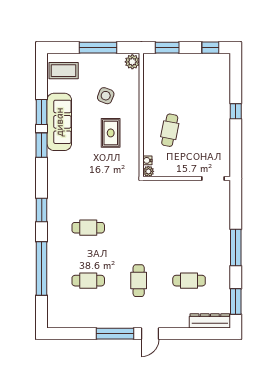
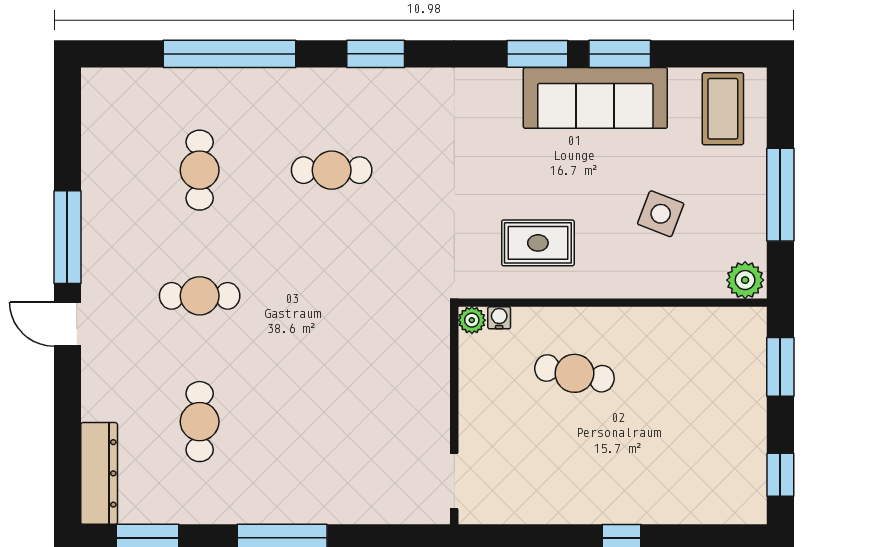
rug: (111, 133) -> (538, 243), moved
cafe table: (88, 228) -> (332, 170), turned 90

